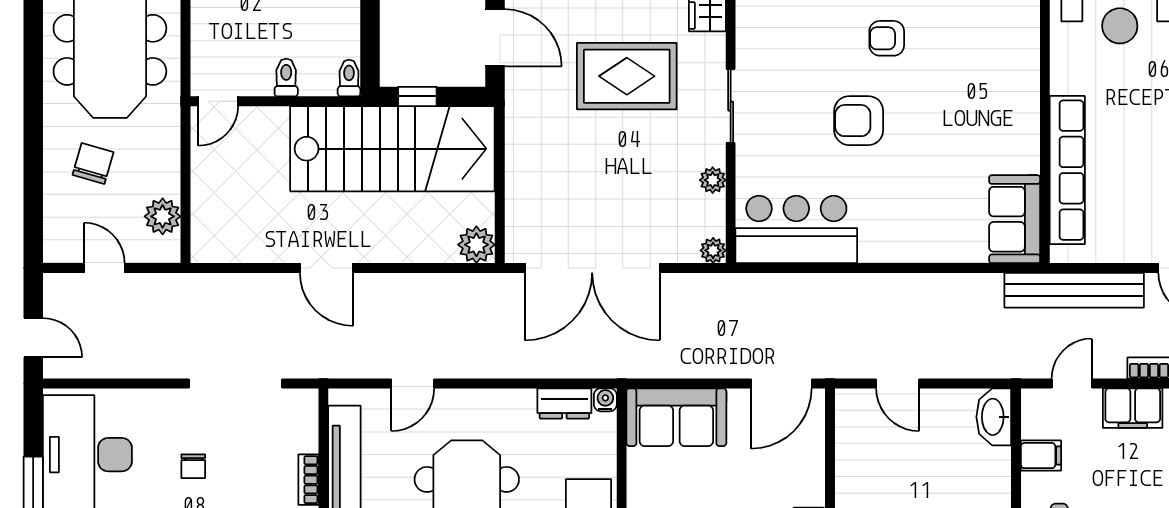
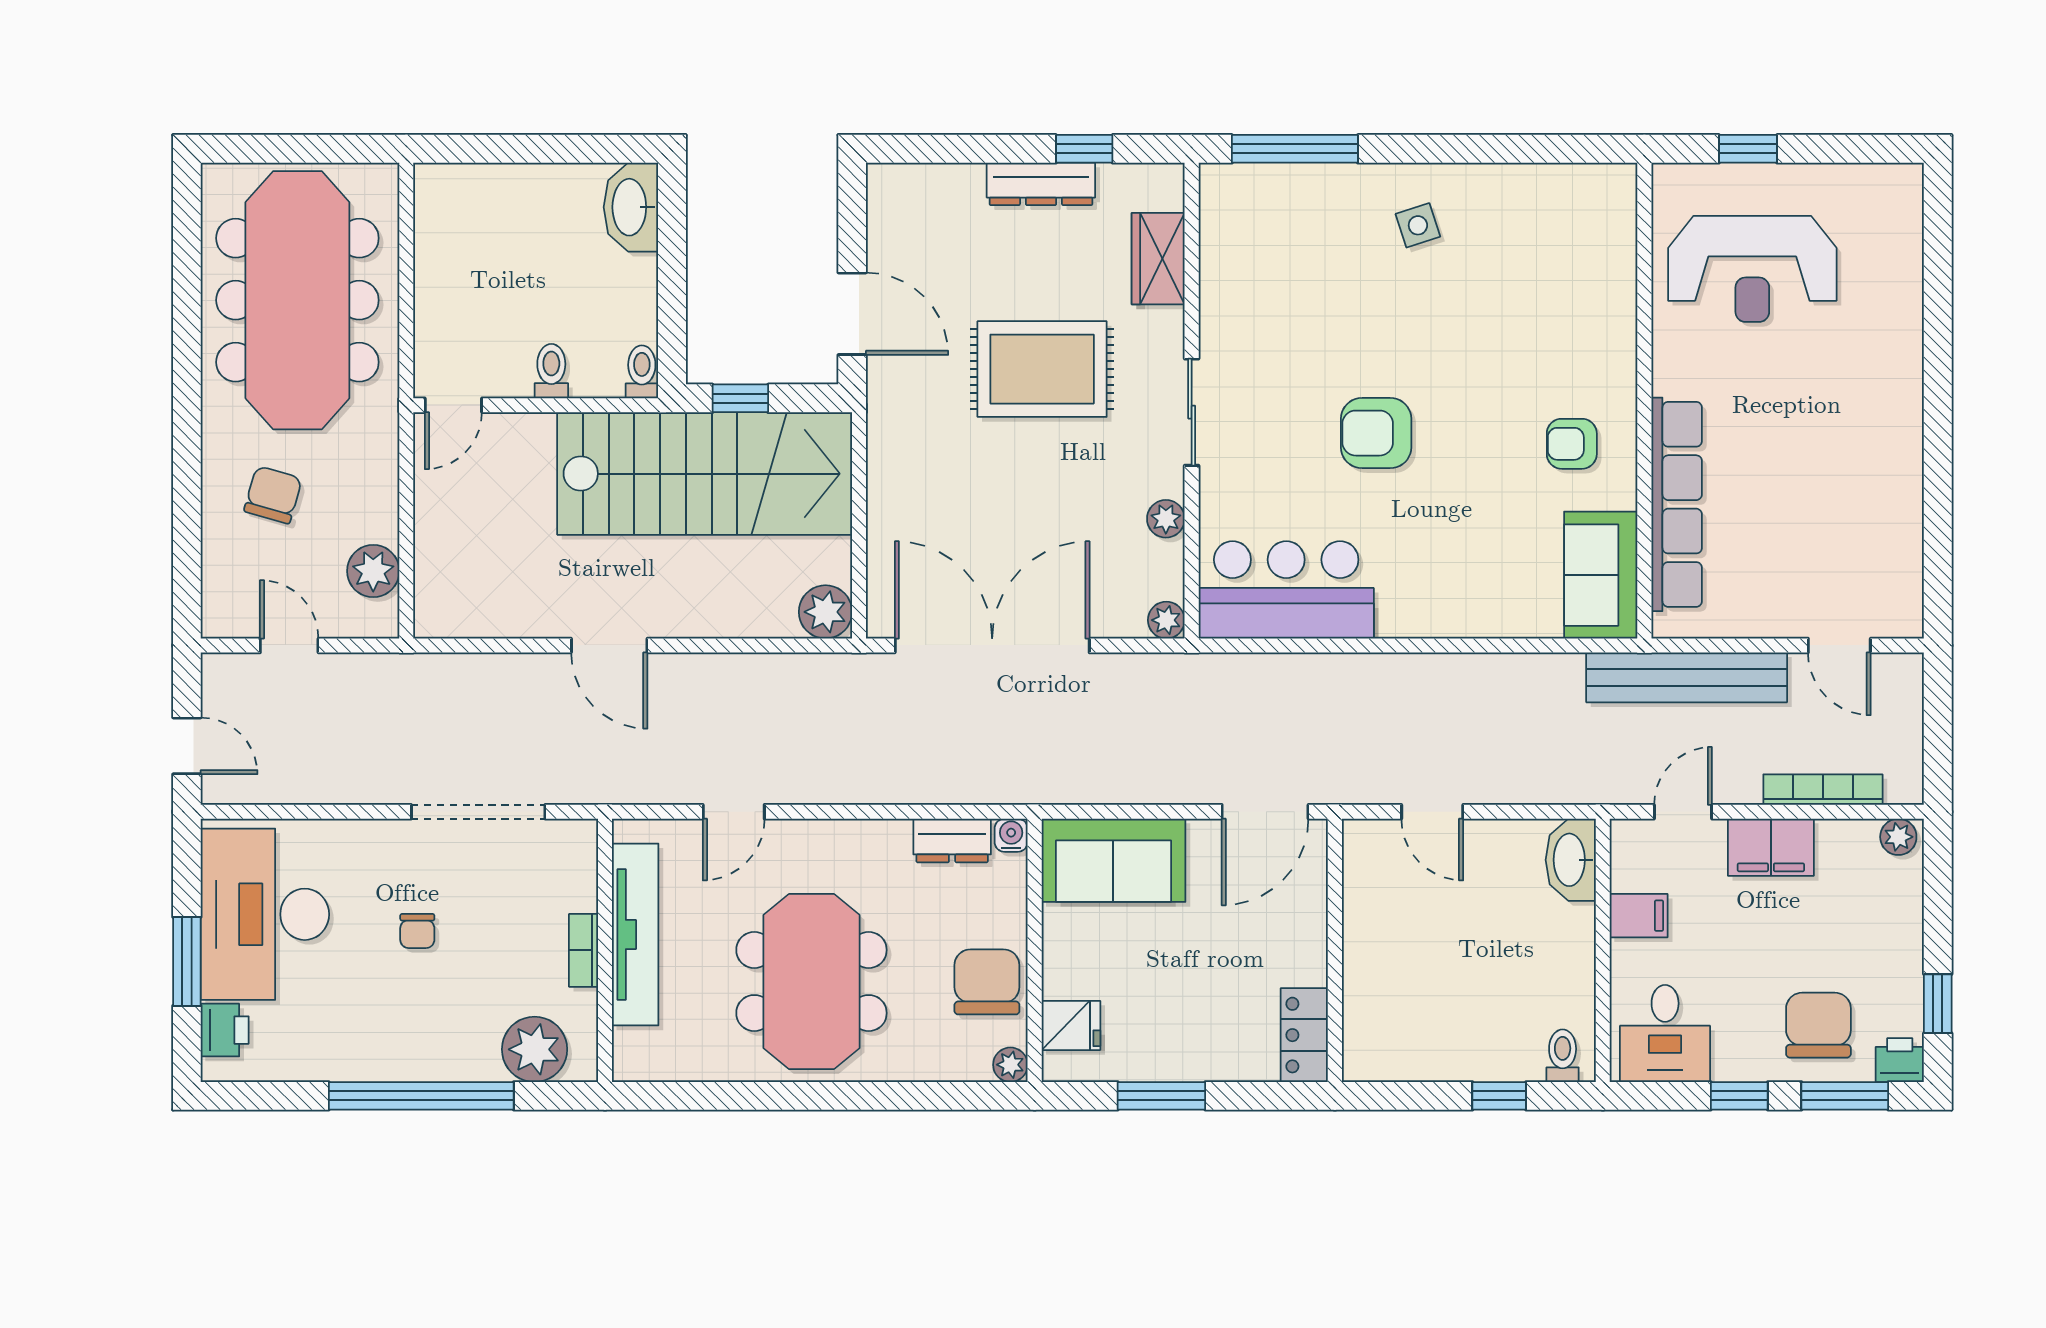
armchair: (887, 38) -> (1572, 444), moved
double door: (592, 268) -> (992, 645), swing flipped

